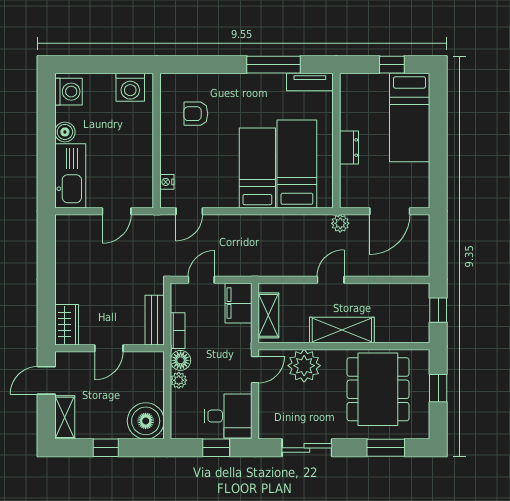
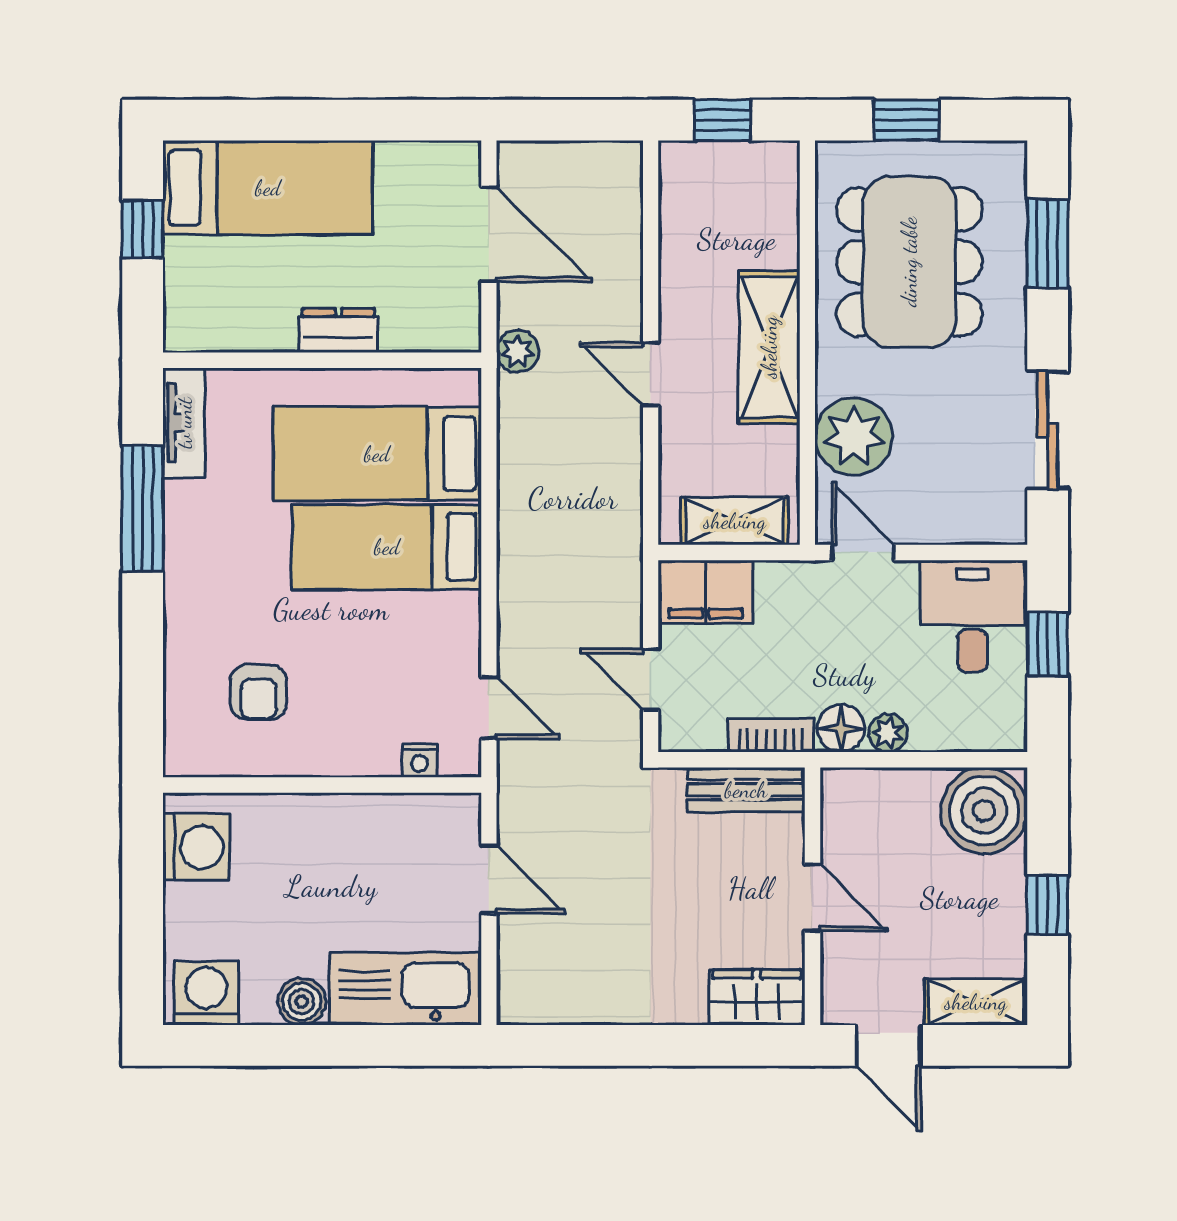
dining table: (378, 389) -> (909, 262), turned 90

